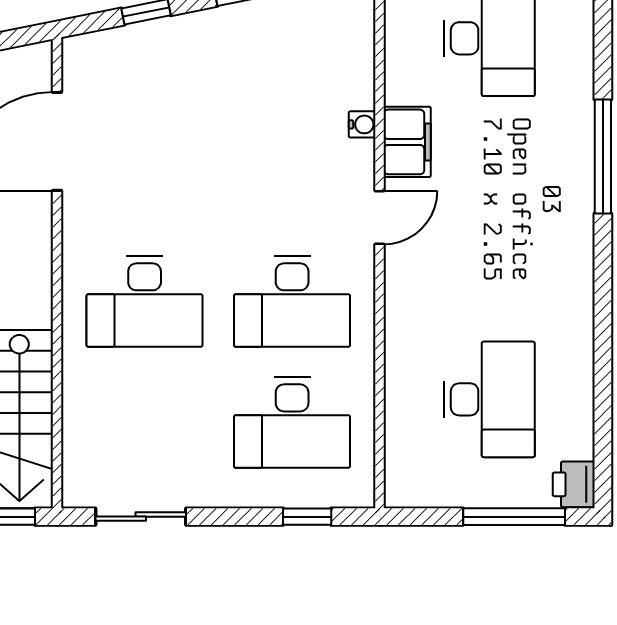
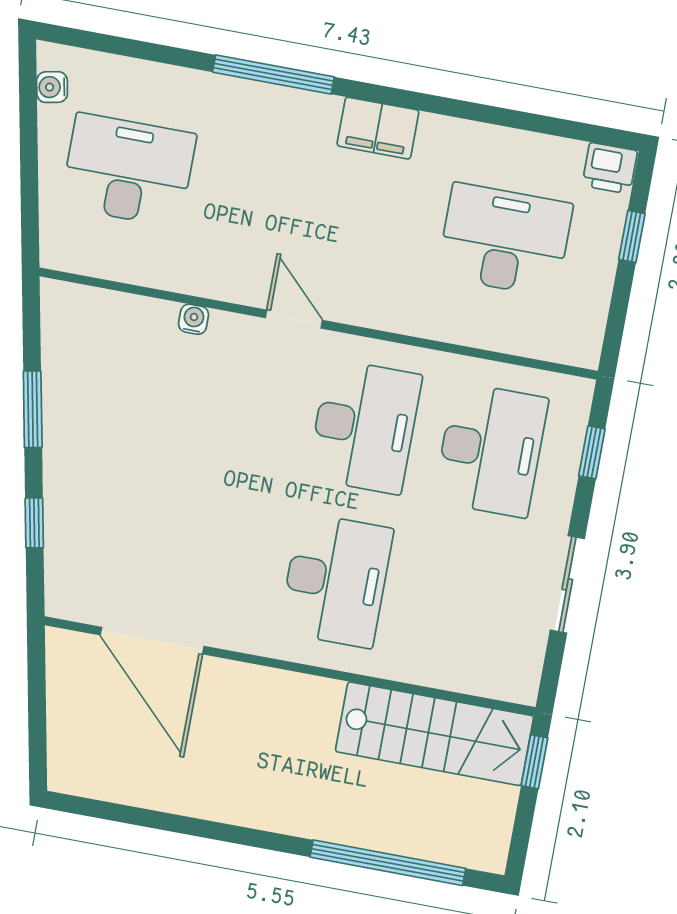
filing cabinet: (407, 142) -> (378, 128), moved, turned 180
sliding door: (141, 517) -> (567, 584), moved
window: (514, 517) -> (632, 236), width x0.46

